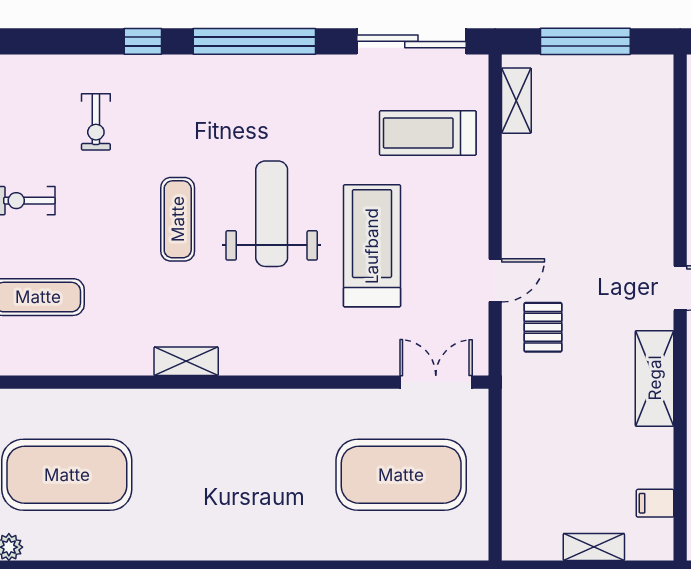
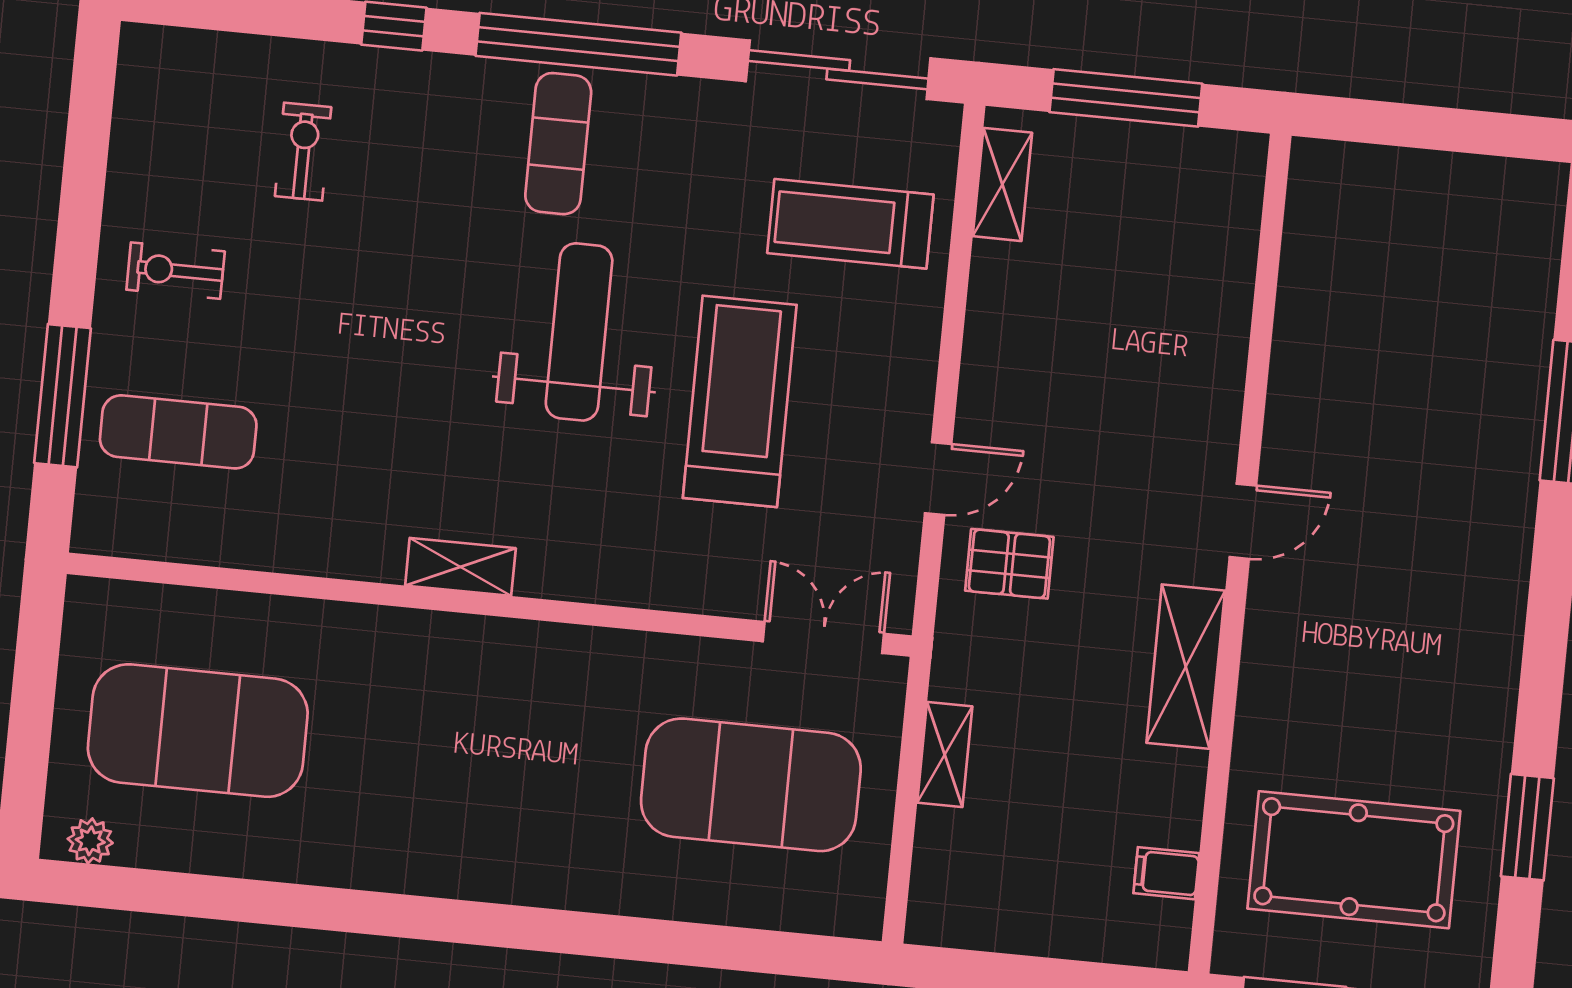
exercise bike: (96, 122) -> (303, 152), turned 180
exercise mat: (178, 219) -> (558, 144), moved
pallet: (543, 327) -> (1009, 564), turned 90
shelving: (186, 361) -> (460, 567), moved
shelving: (594, 547) -> (945, 754), moved, turned 90

